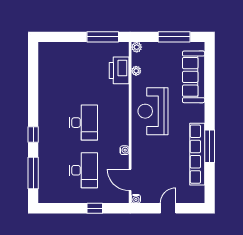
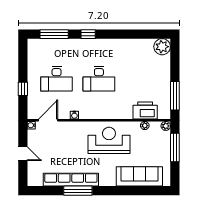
window: (174, 37) -> (175, 147), moved
plant: (47, 51) -> (162, 47), added

